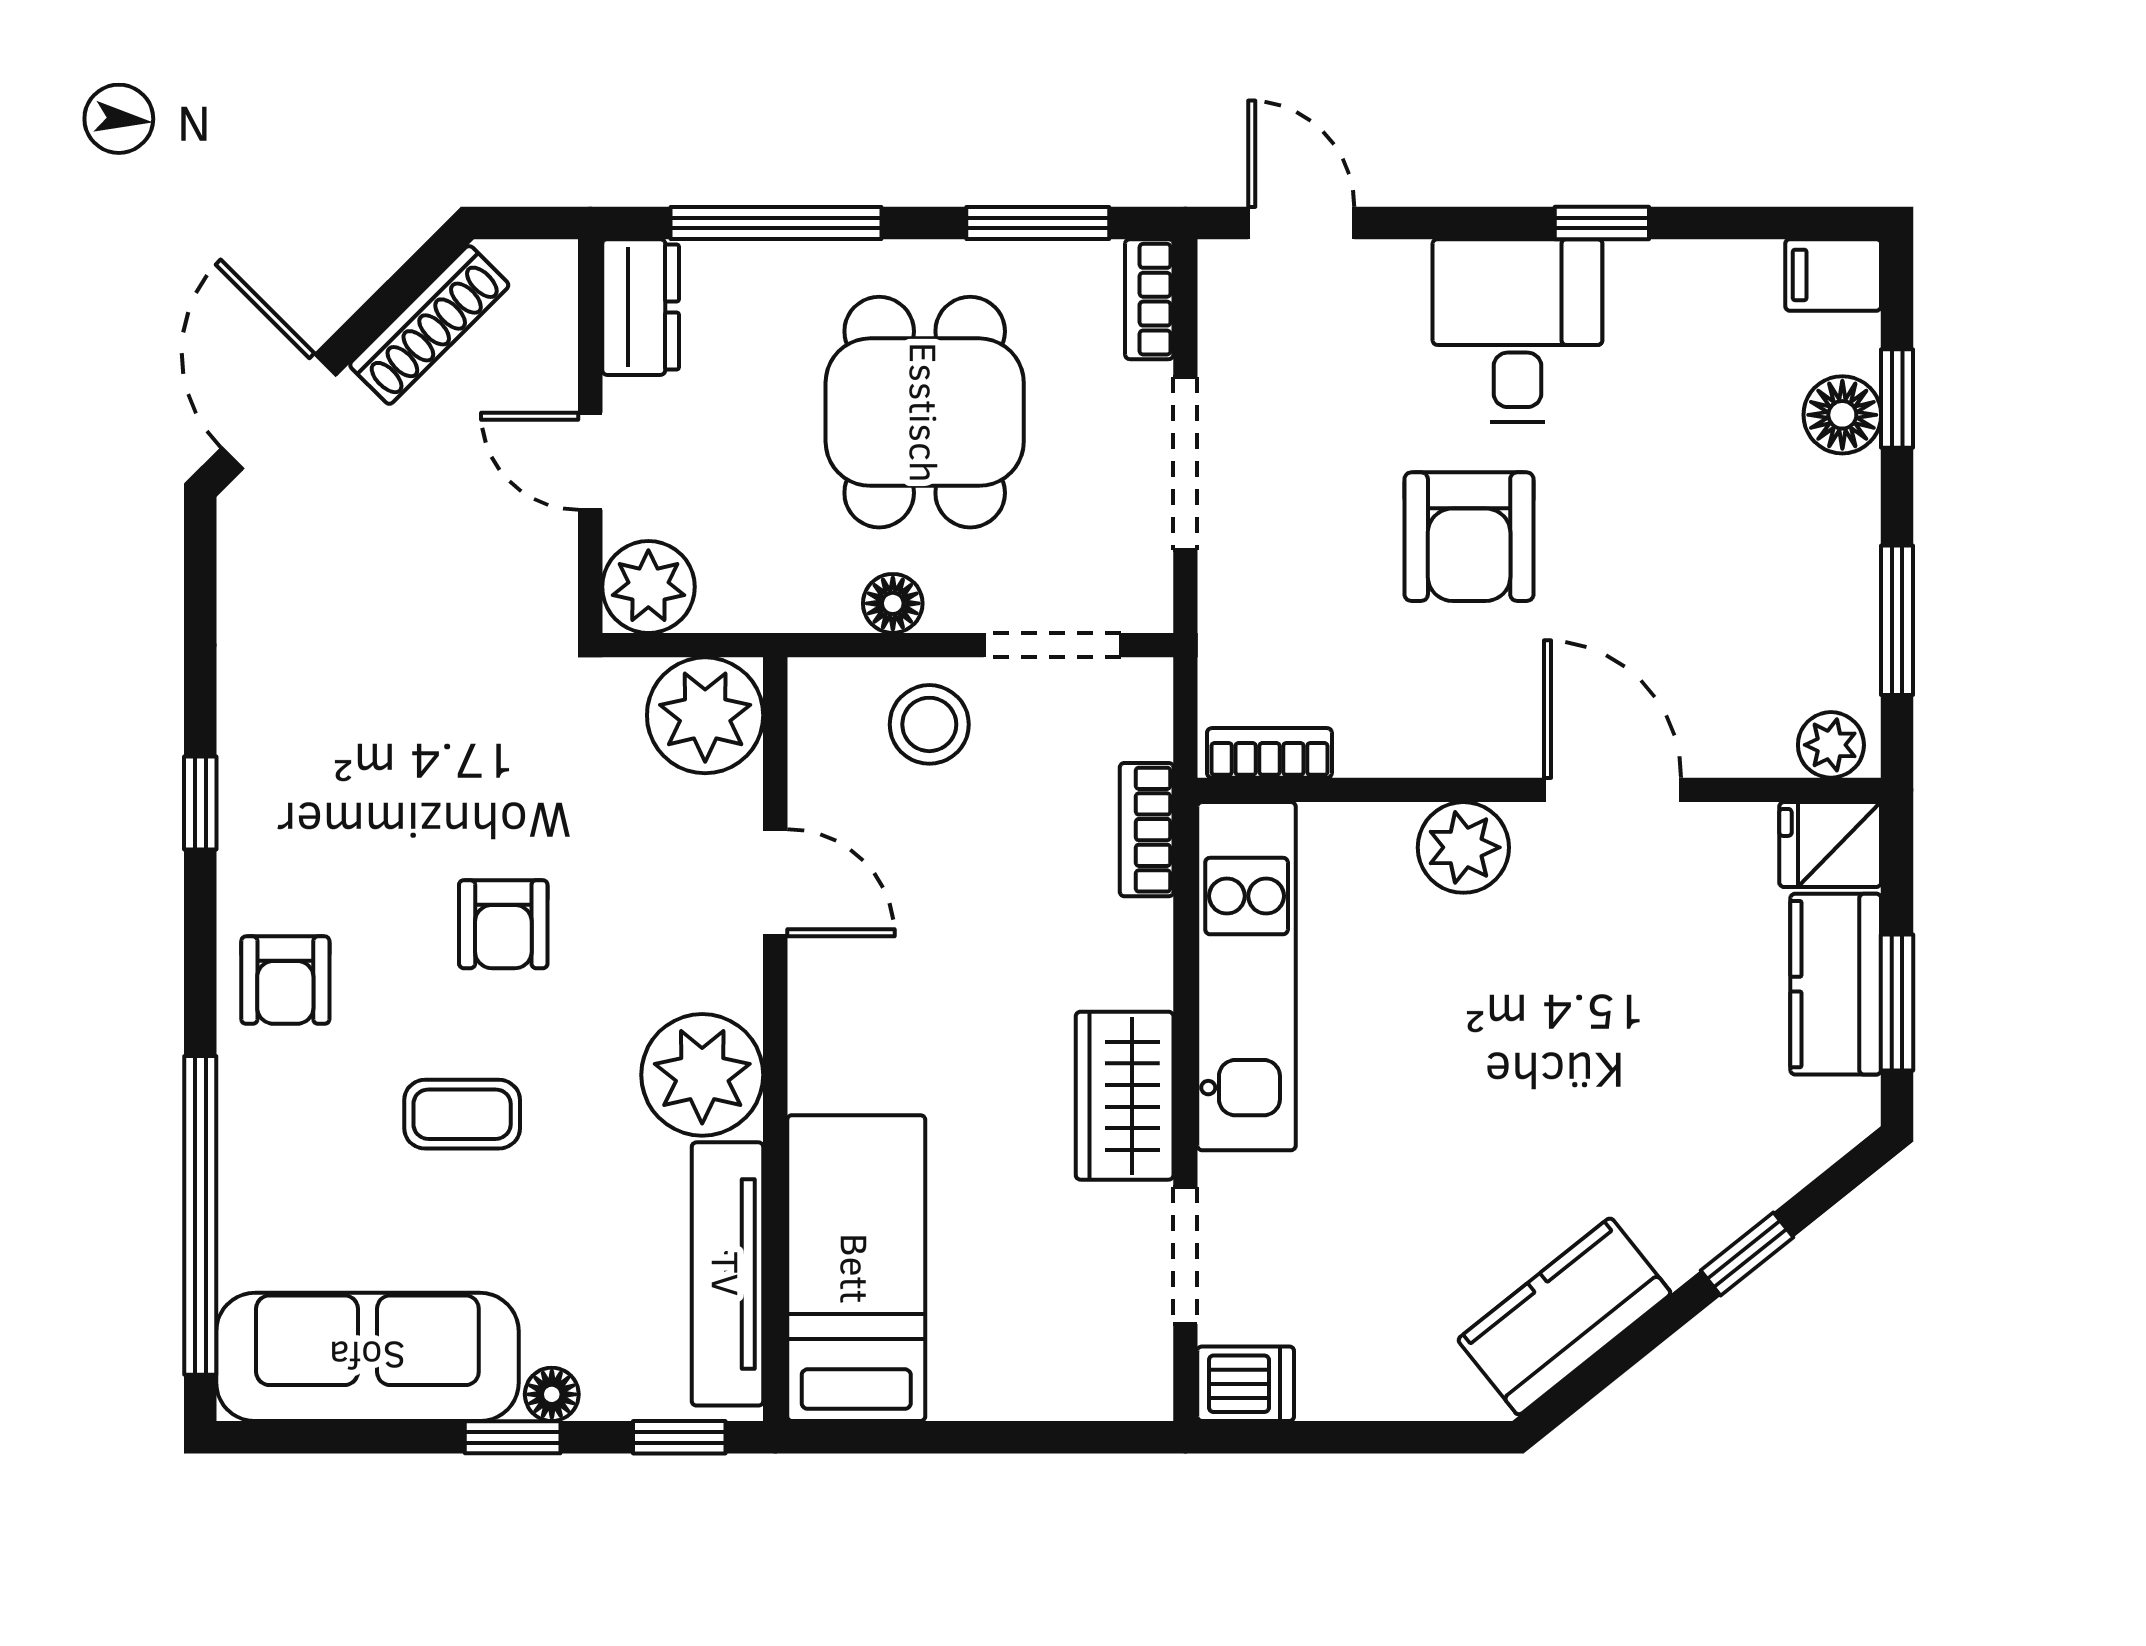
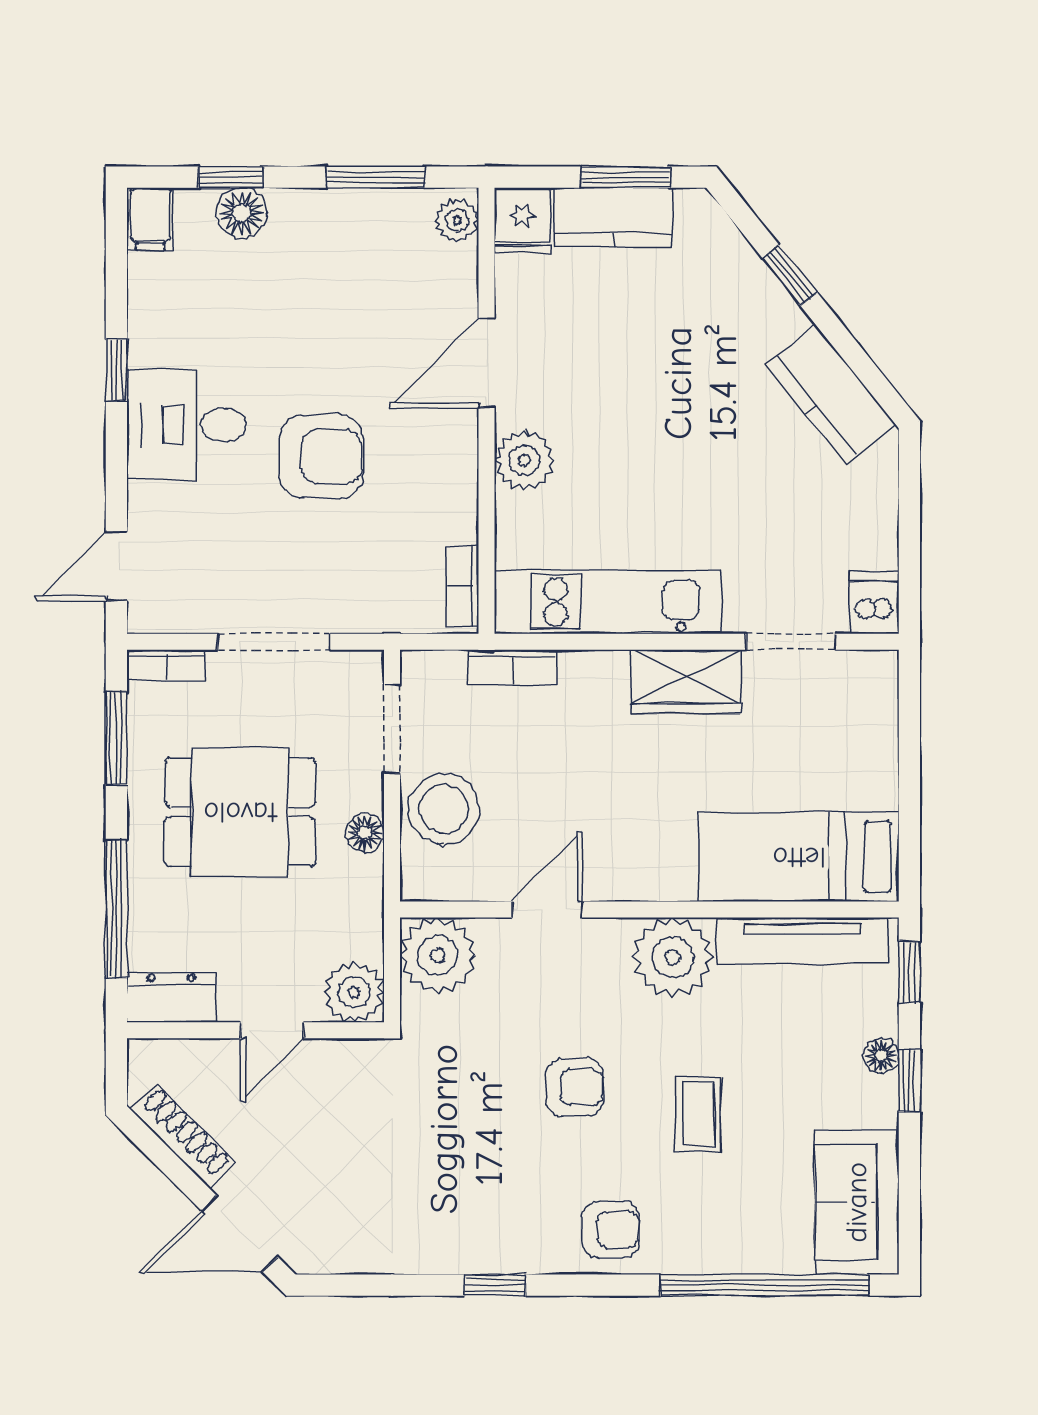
stool: (929, 724) -> (444, 809), width x1.38, depth x1.38
sofa: (367, 1357) -> (857, 1202), width x0.73

